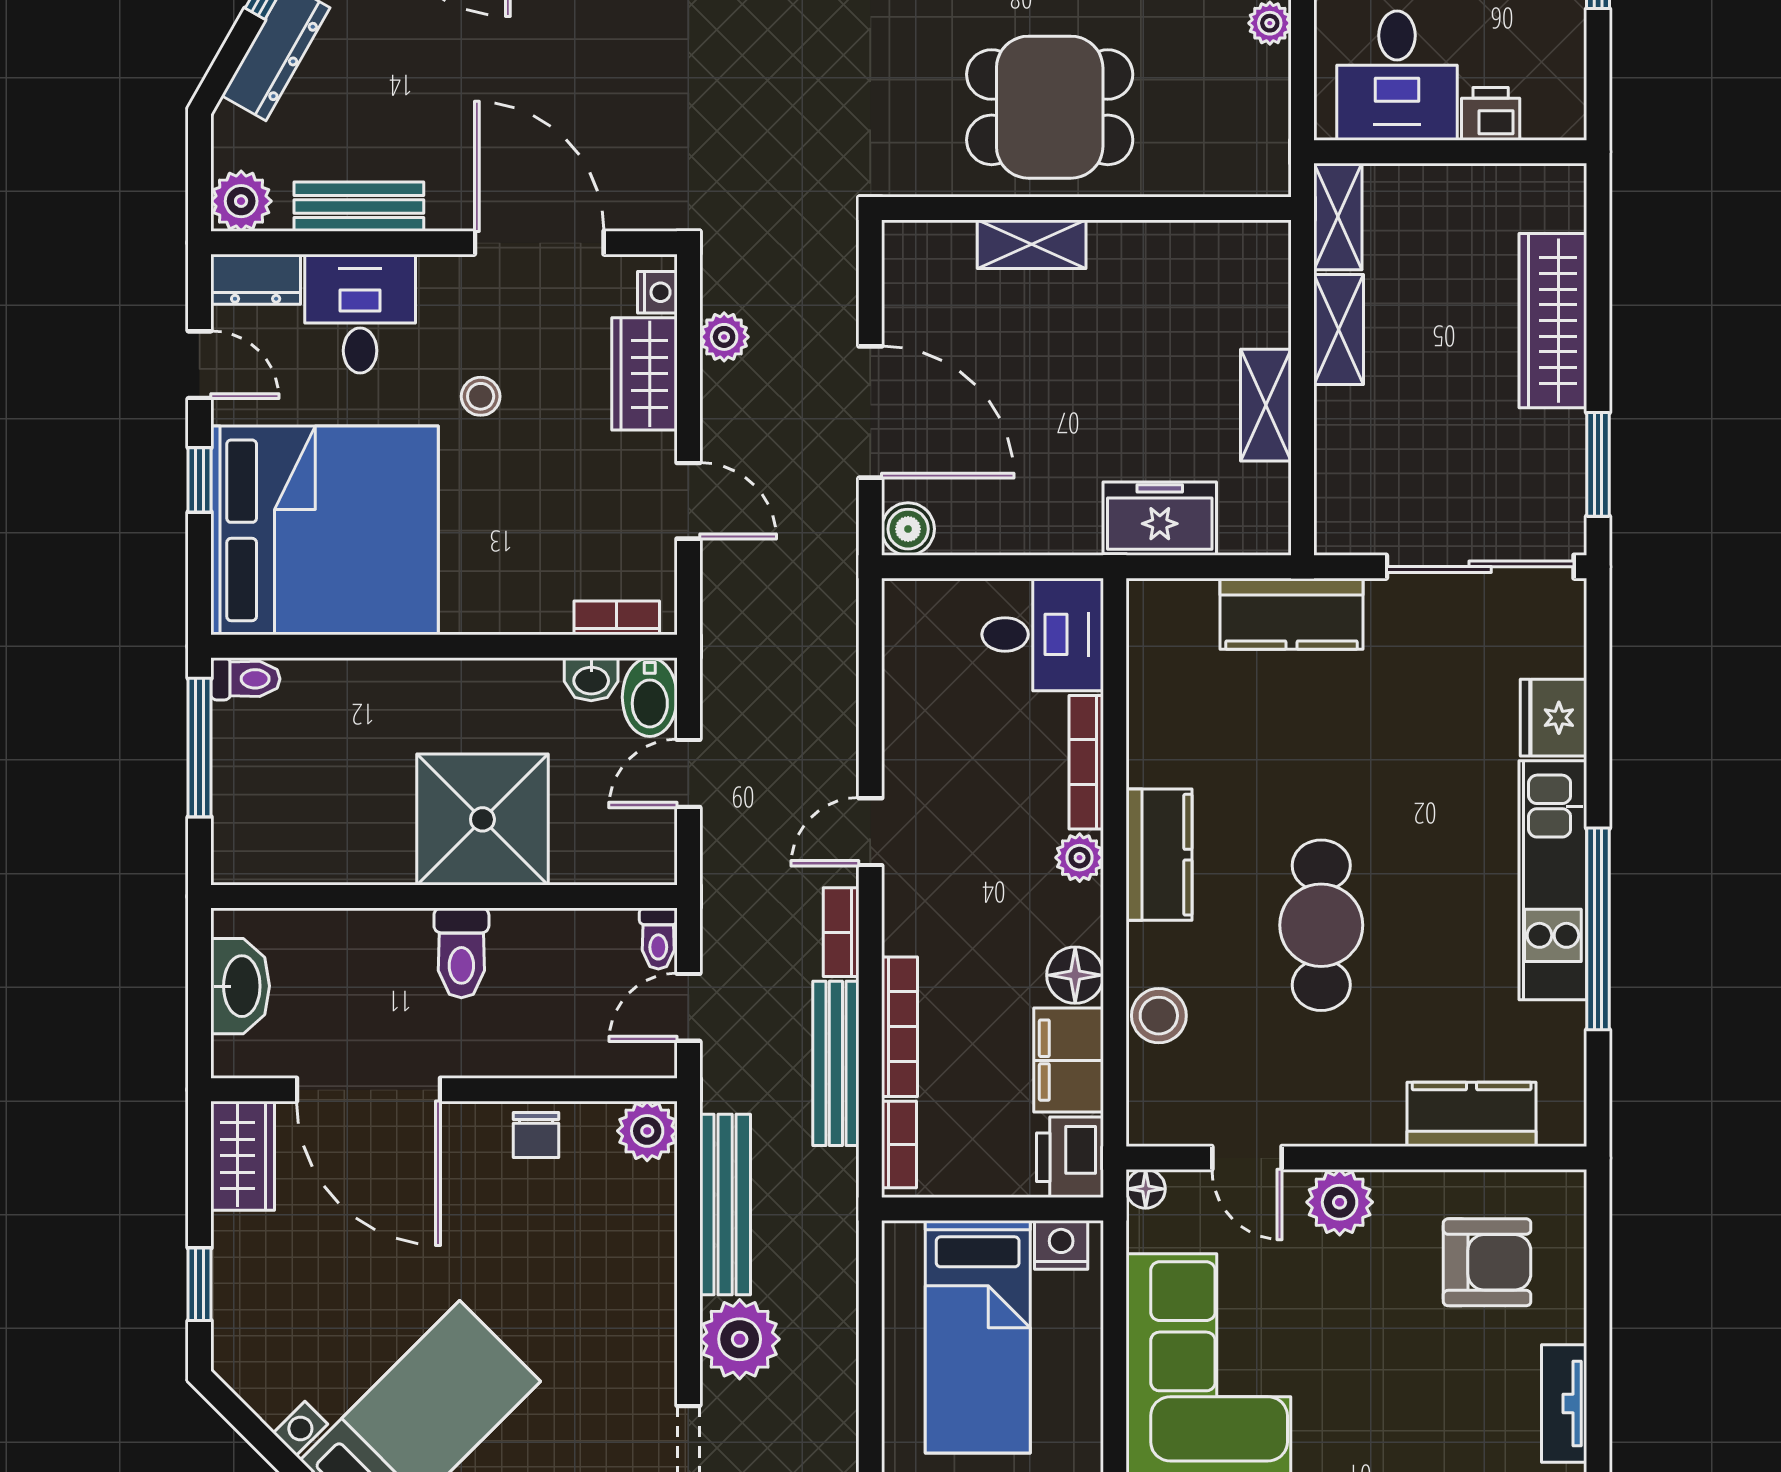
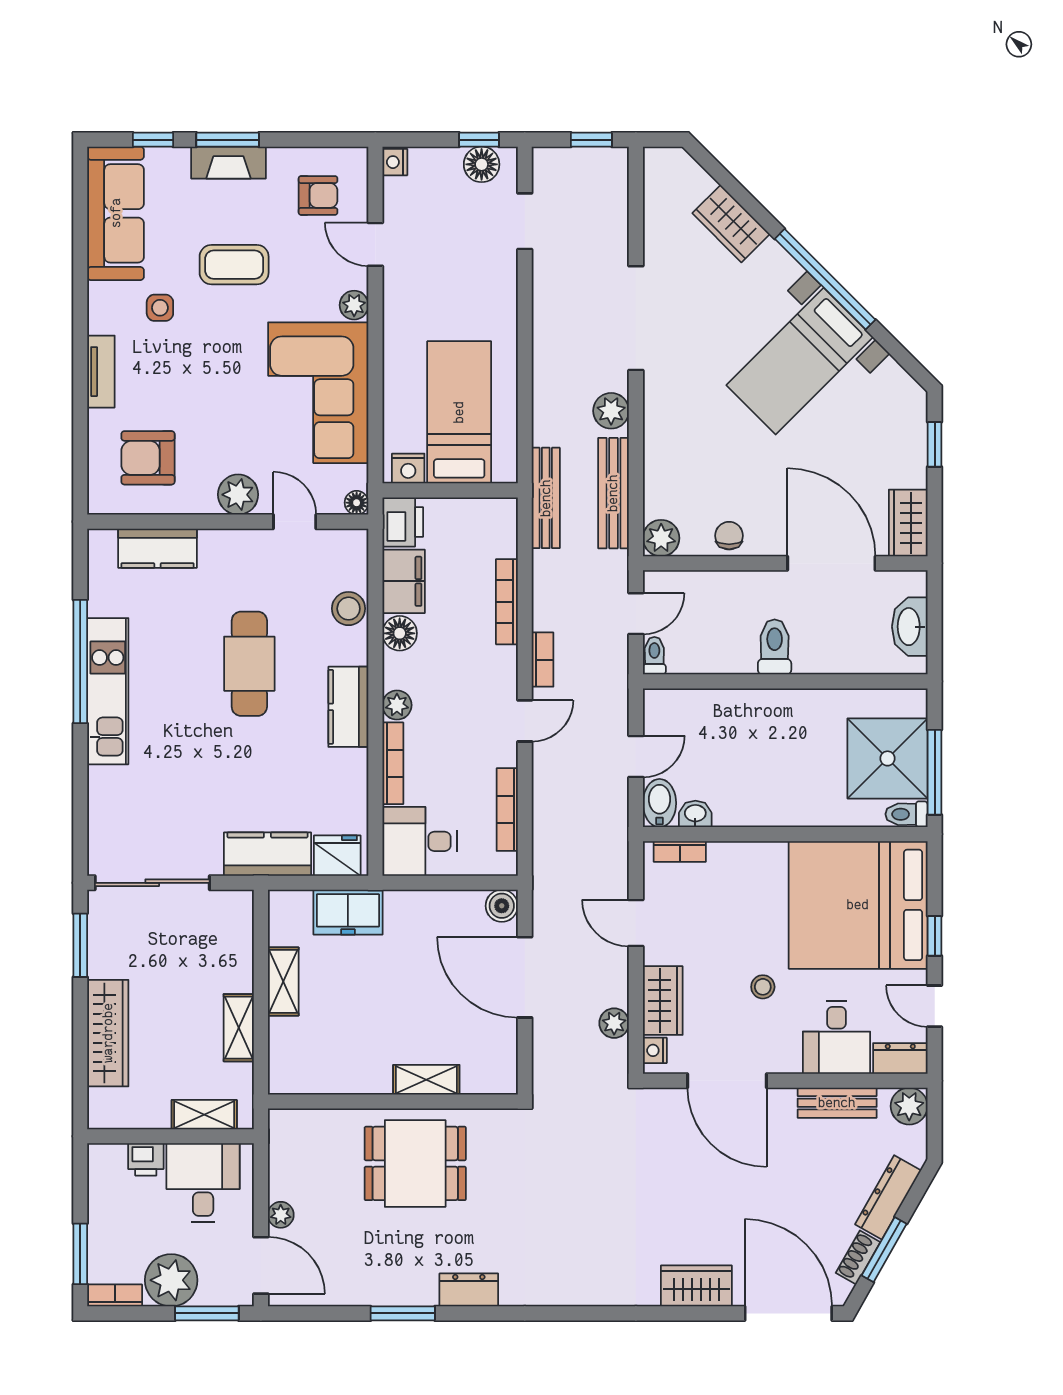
shelving: (1338, 216) -> (204, 1115), moved, turned 90
fridge: (1554, 718) -> (337, 856), moved, turned -90
shower: (482, 819) -> (888, 758), moved
bench: (836, 1063) -> (546, 498), moved
bookcase: (899, 1144) -> (507, 810), moved, width x1.56
plant: (740, 1339) -> (611, 411), width x0.73, depth x0.73

